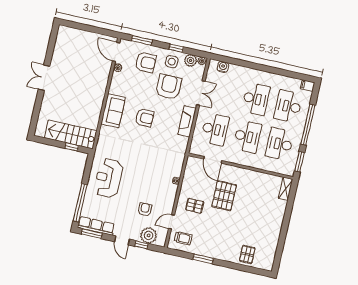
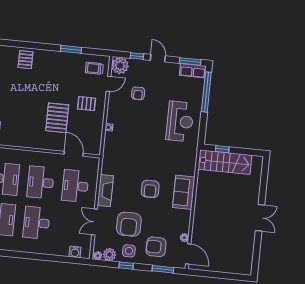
armchair: (144, 118) -> (150, 189), turned -90
row of seats: (96, 226) -> (193, 71), width x0.68
plant: (149, 235) -> (120, 66), moved

